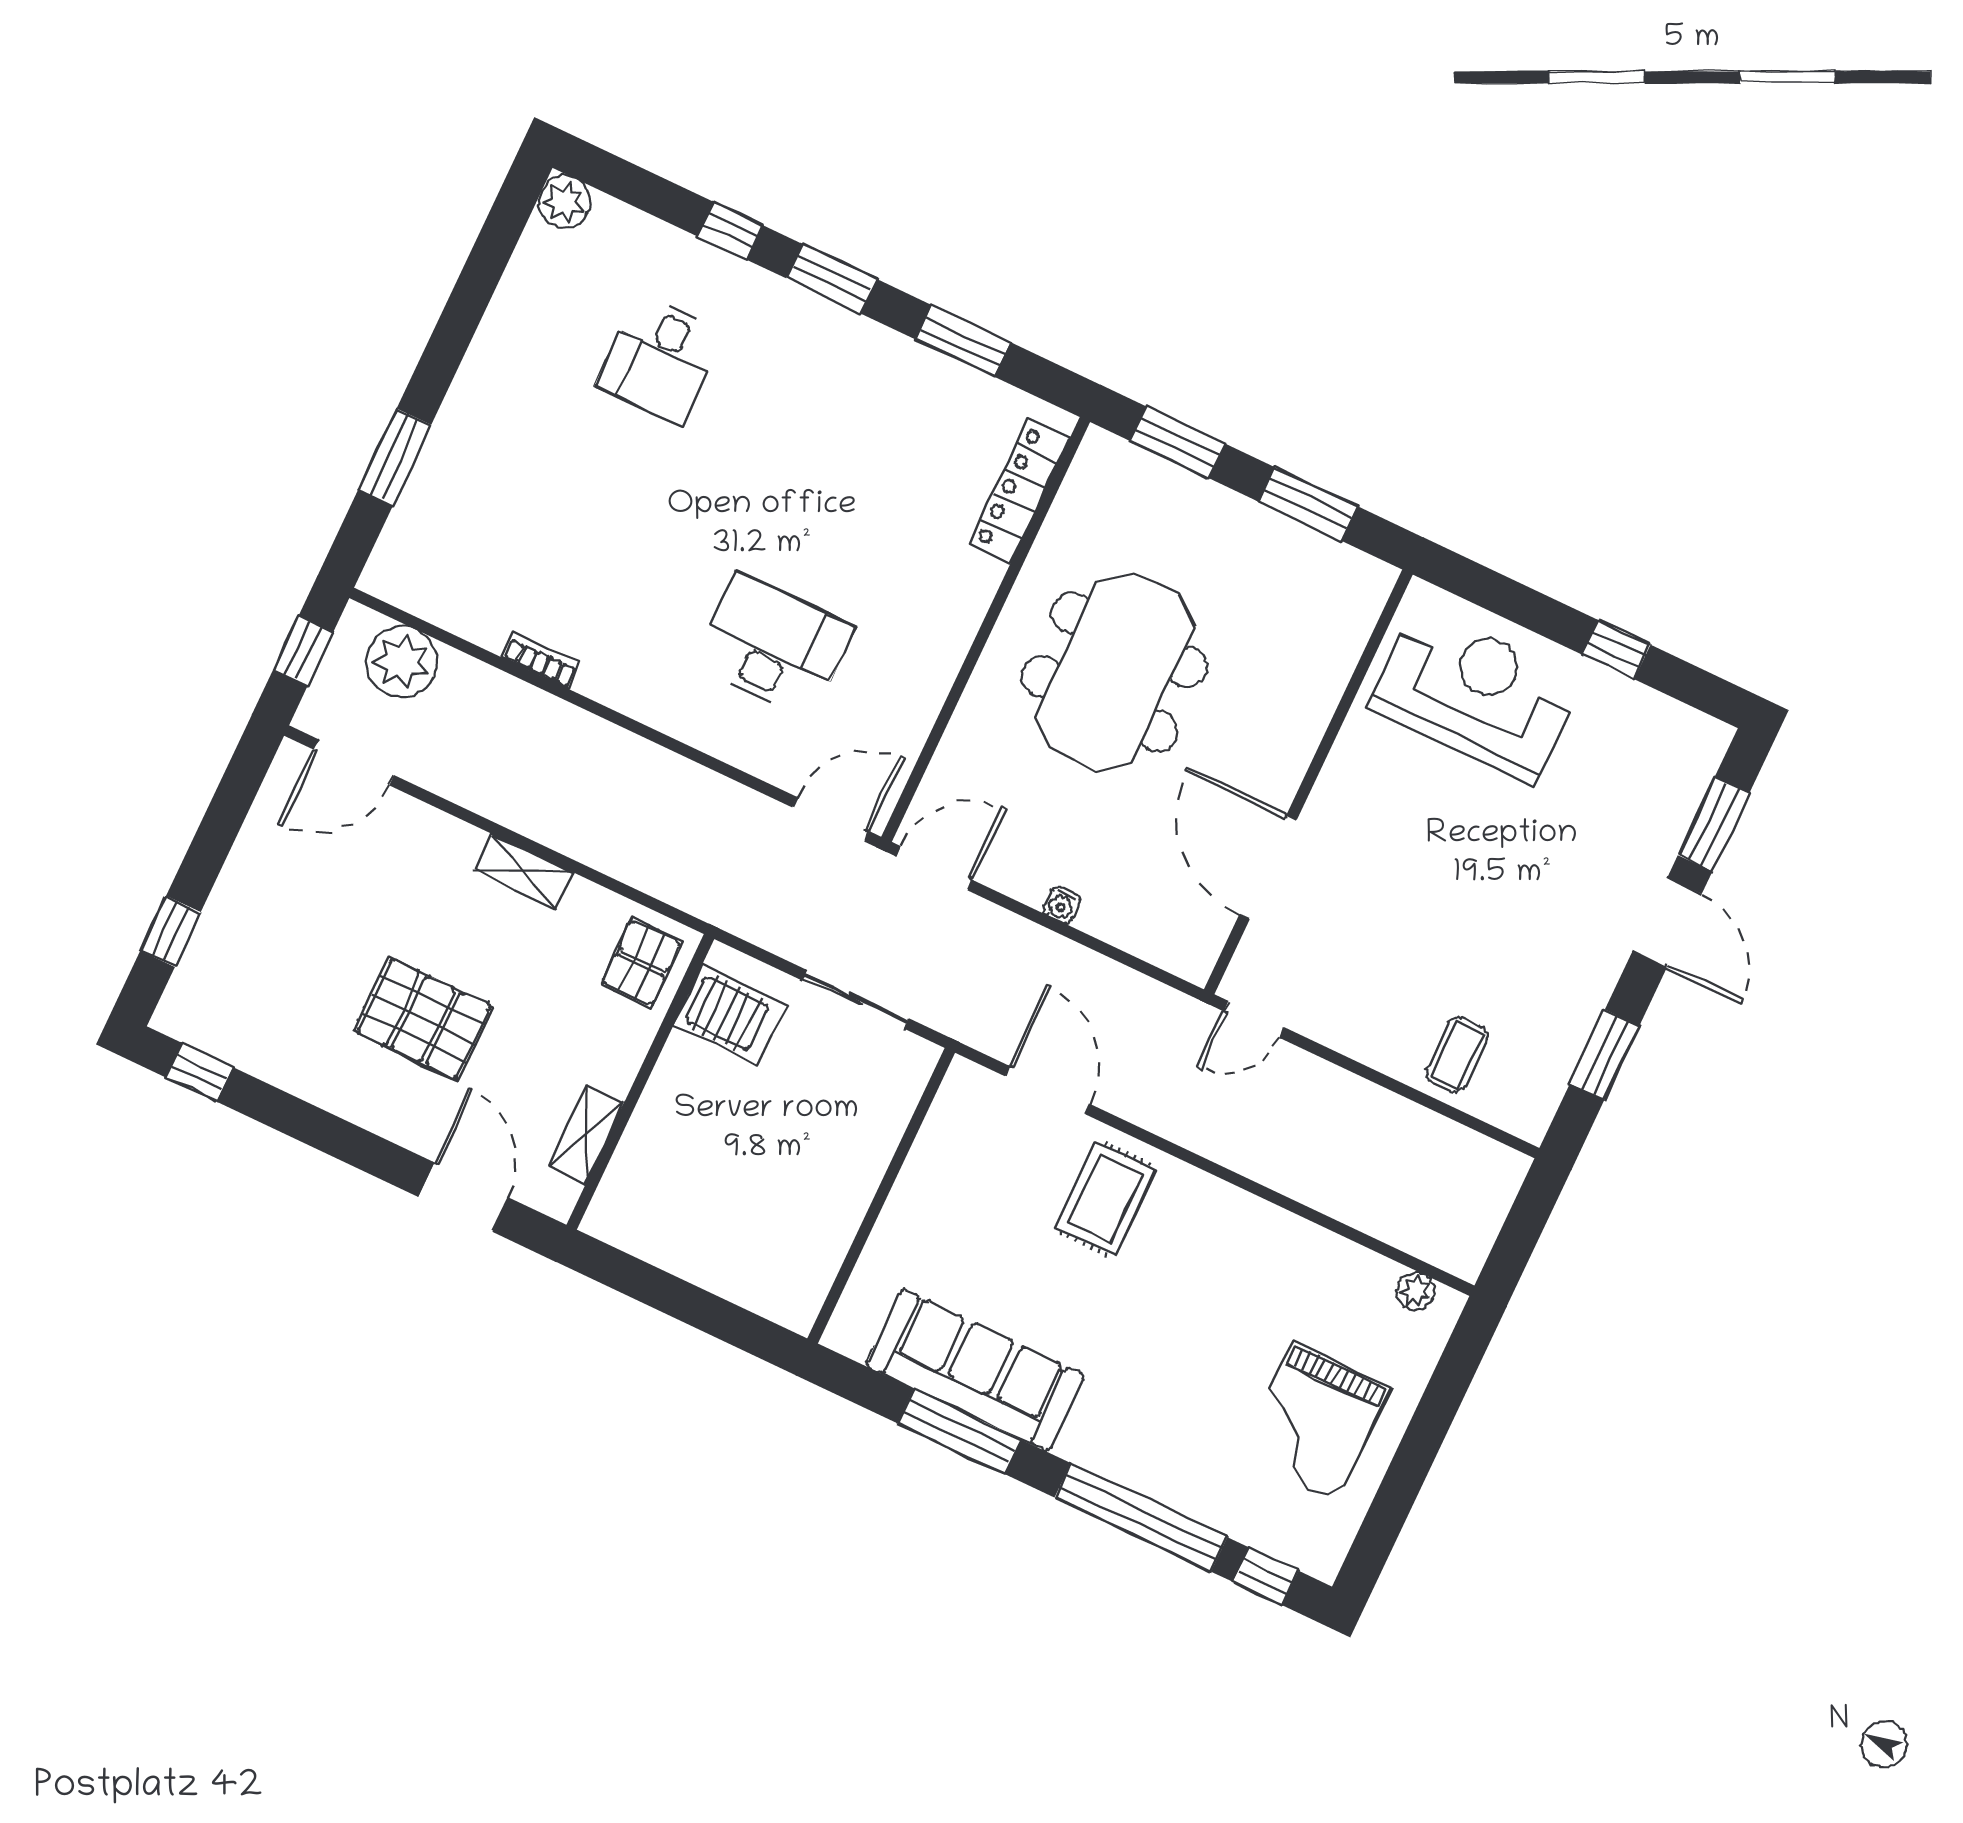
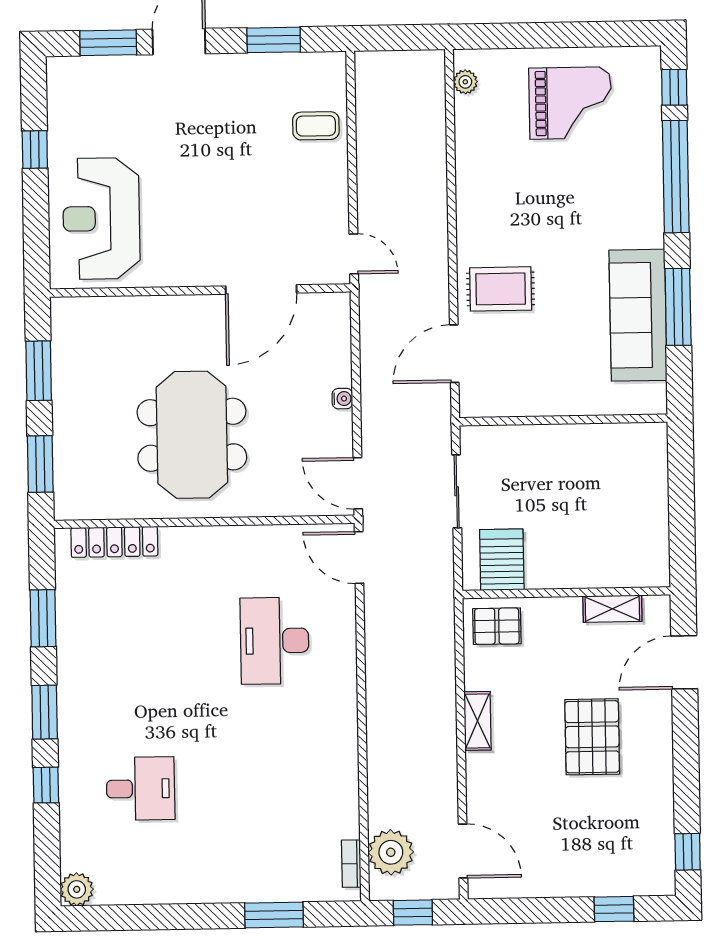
bookcase: (541, 660) -> (351, 864), moved
meeting table: (1115, 672) -> (192, 435), turned 90

